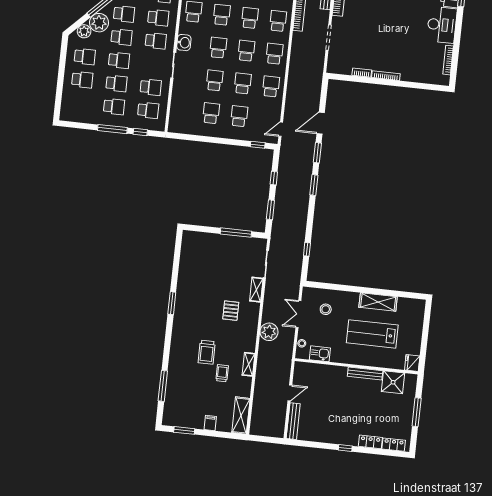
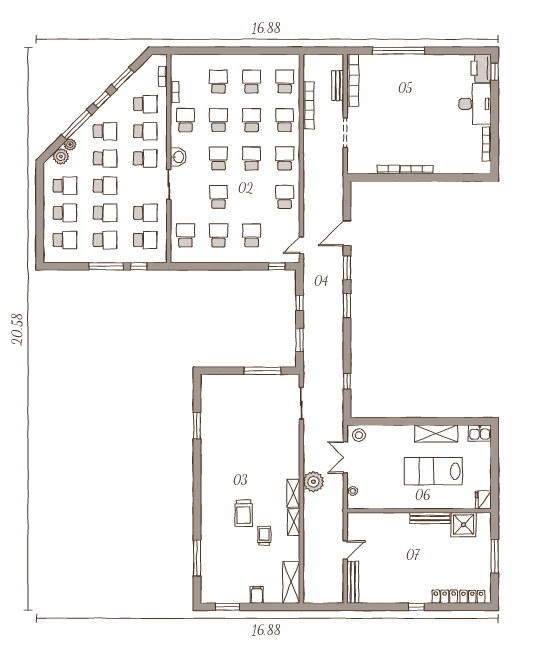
plant: (99, 23) -> (70, 145), width x0.53, depth x0.53
school desk: (243, 83) -> (185, 235), moved
school desk: (80, 103) -> (65, 240), added
shelving: (256, 290) -> (293, 493), moved
window: (172, 303) -> (197, 426), moved
stool: (326, 309) -> (359, 435), moved
pallet: (231, 311) -> (266, 462), removed
kitchen sink: (320, 354) -> (480, 433), moved, turned 180

